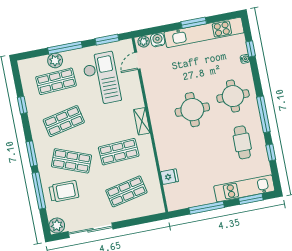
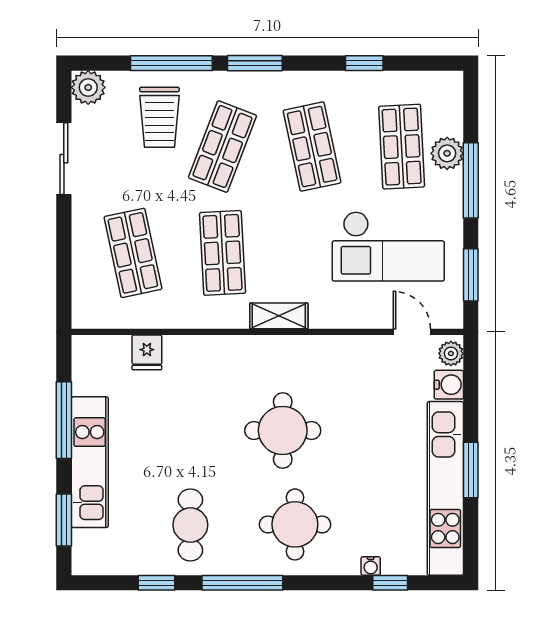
cafe table: (242, 142) -> (190, 525), turned 90
kitchen unit: (244, 188) -> (90, 462), moved
sliding door: (91, 230) -> (64, 159), width x0.73

